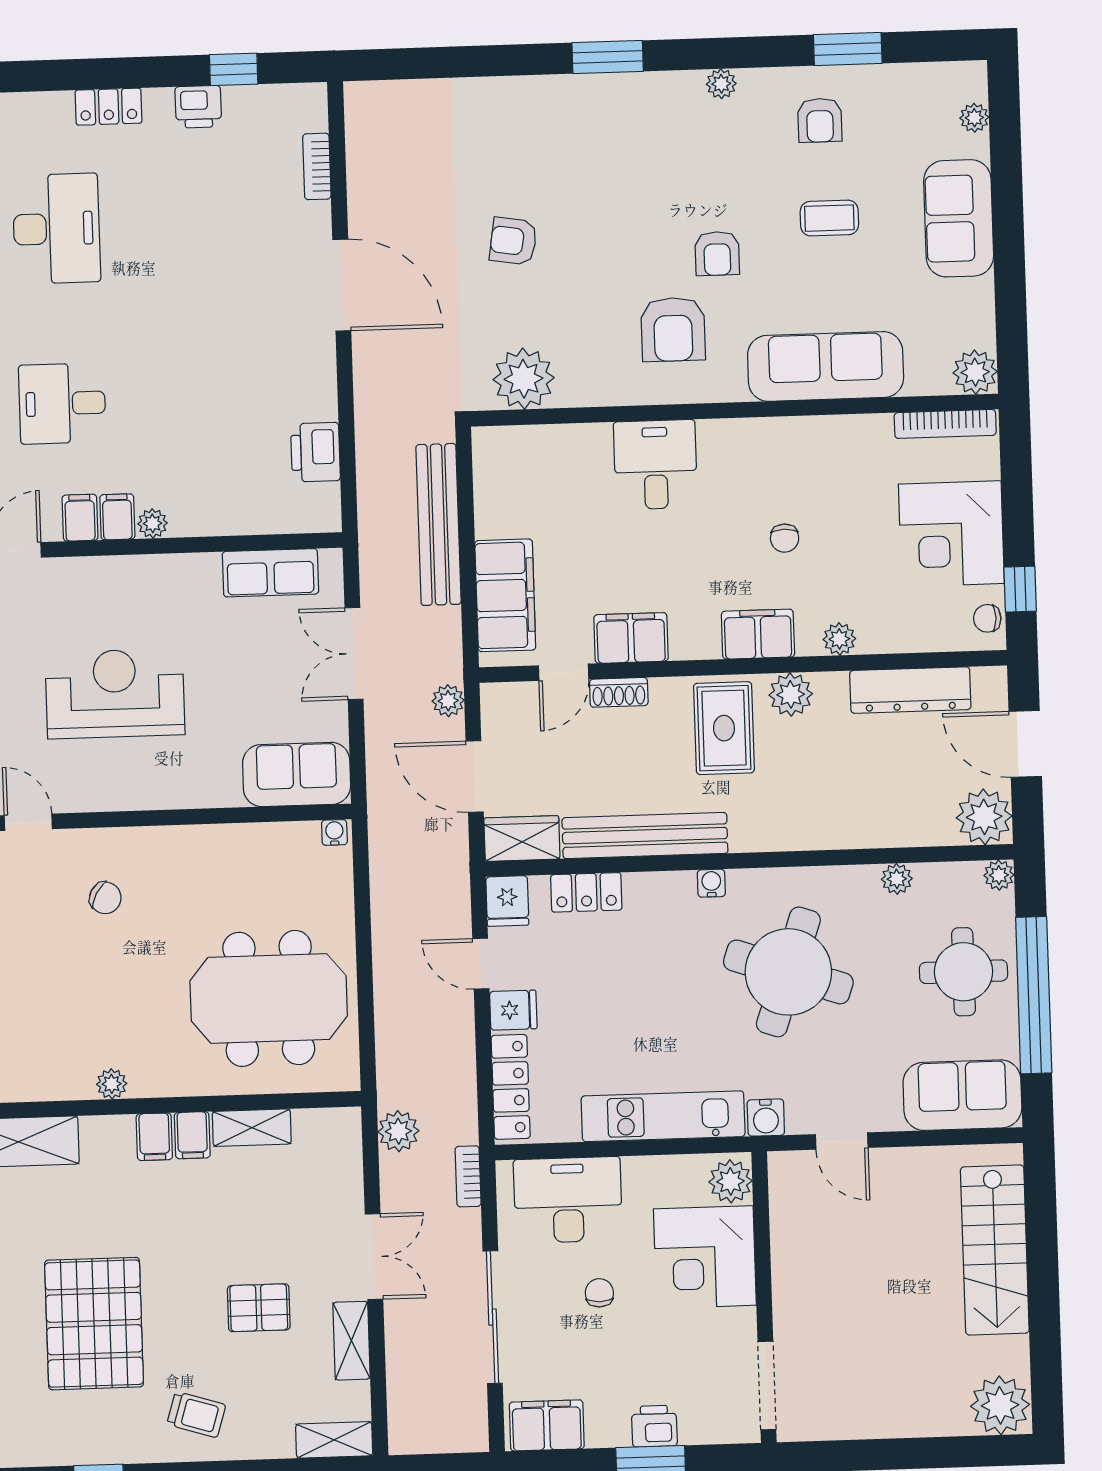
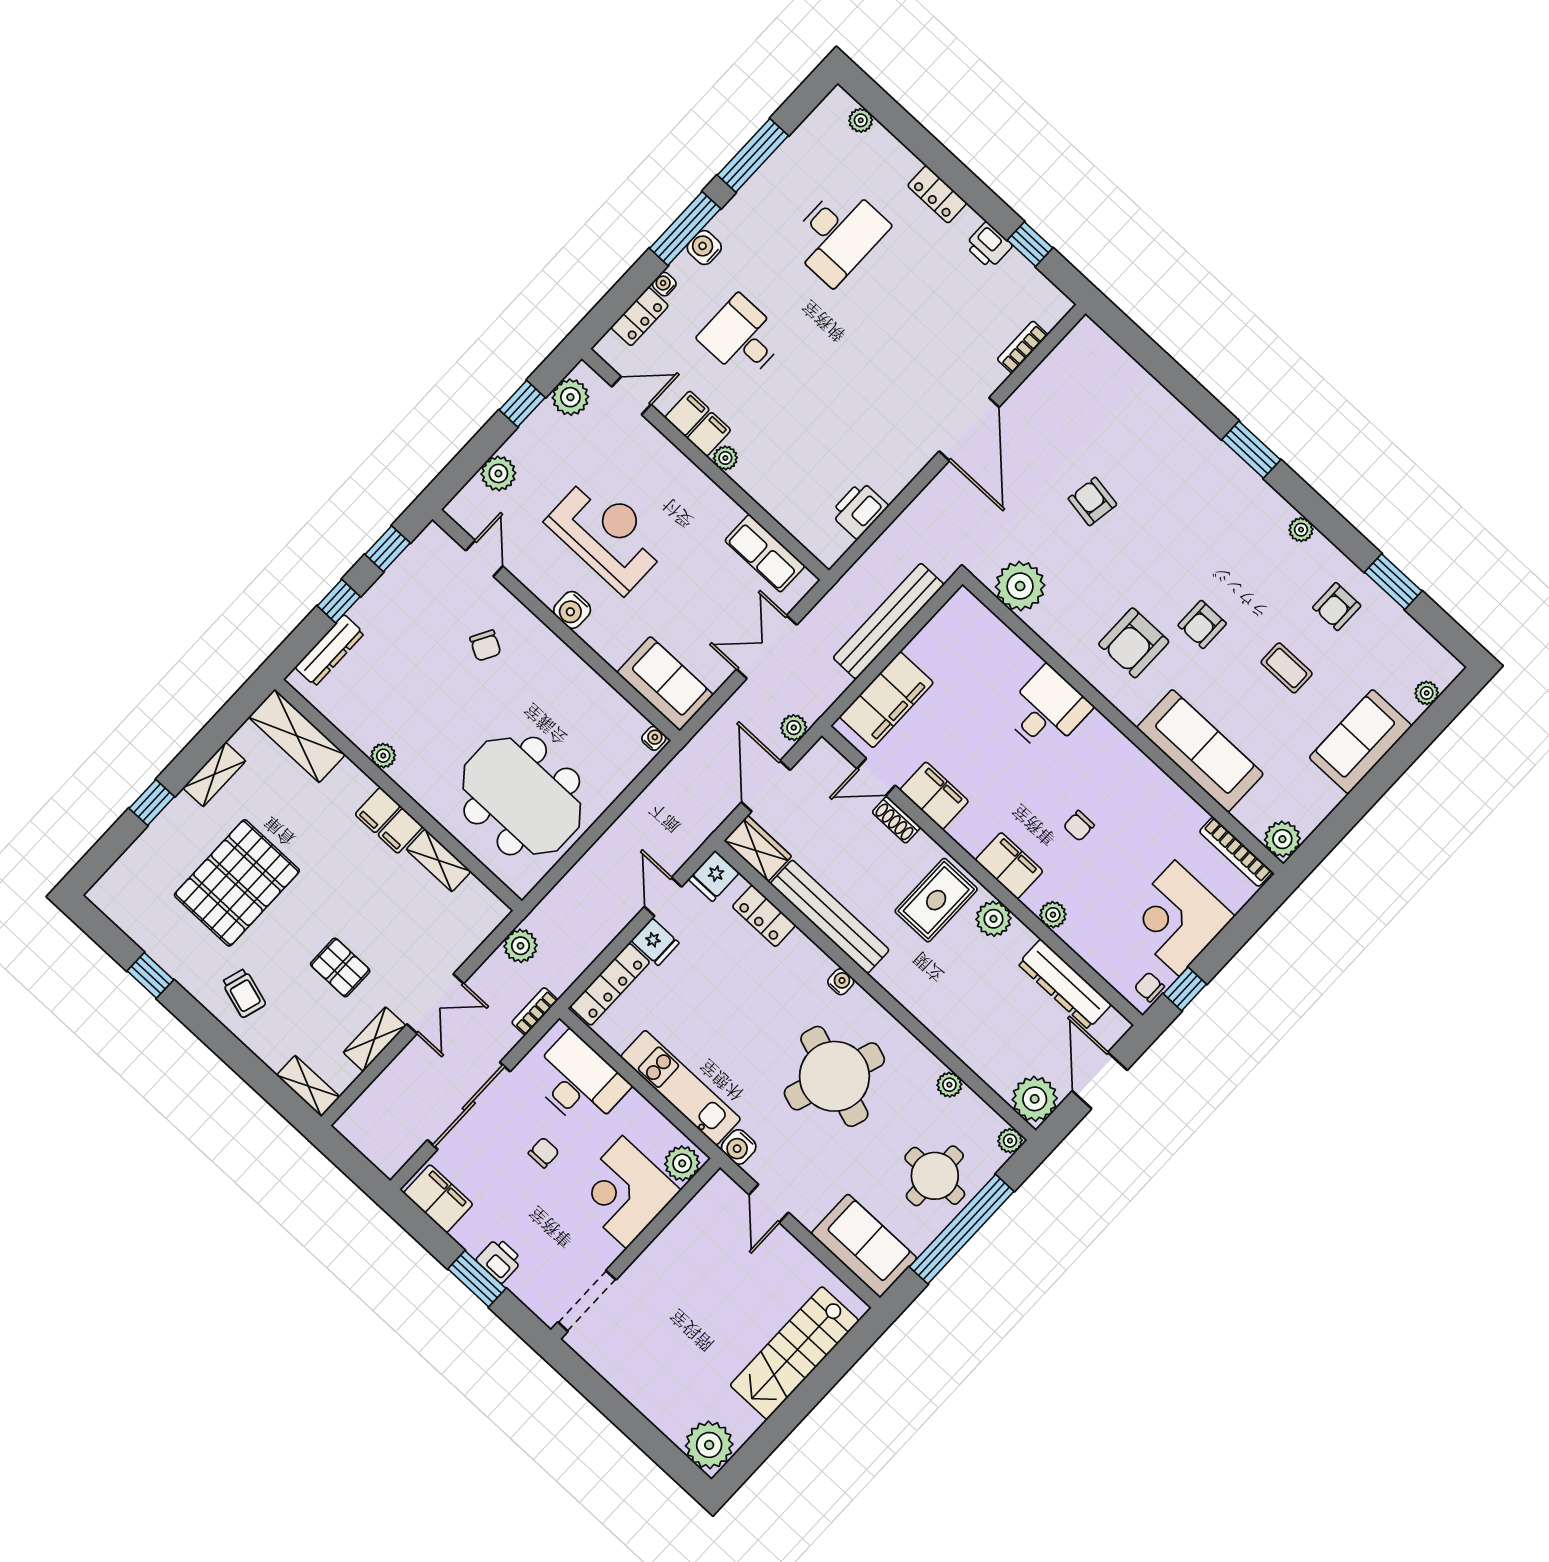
water cooler: (150, 791) -> (572, 610), added

